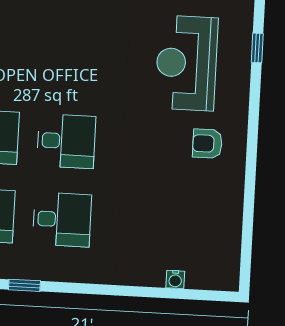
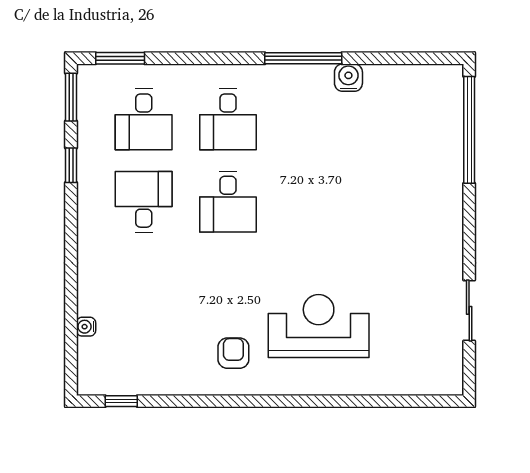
window: (257, 48) -> (121, 401), moved
desk: (62, 219) -> (144, 202), turned 180

